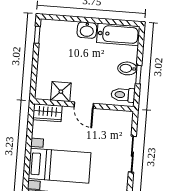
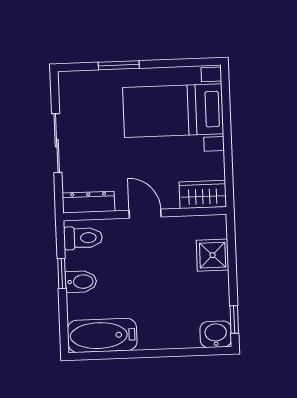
washbasin: (87, 30) -> (216, 334), moved
shower: (61, 92) -> (213, 255), moved
dresser: (117, 116) -> (88, 202), added

